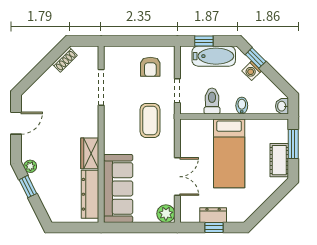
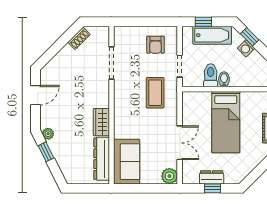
bidet: (242, 106) -> (224, 79), moved
sofa: (118, 188) -> (127, 162), width x0.73

